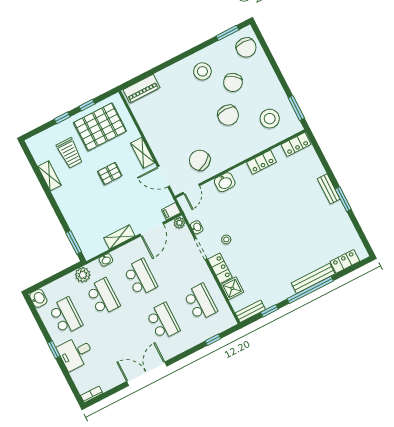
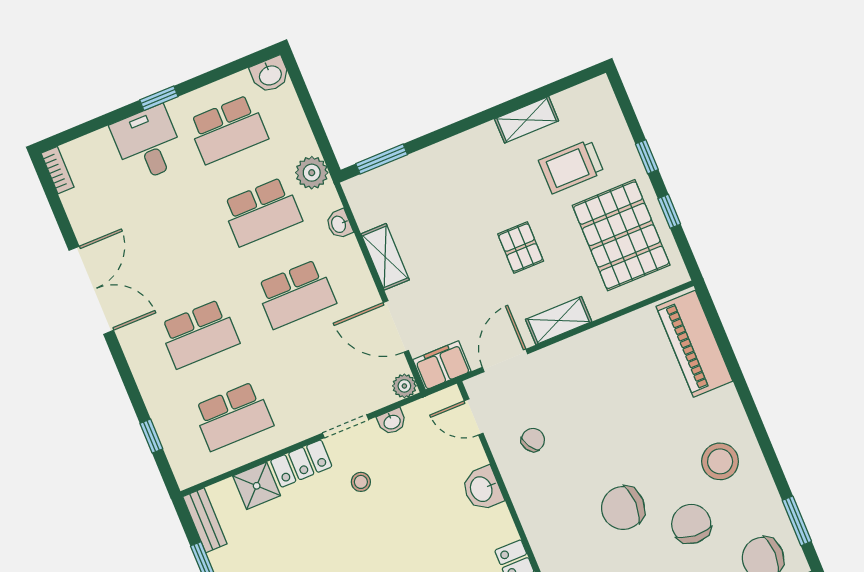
chair: (233, 82) -> (691, 524), turned 59
piano: (141, 89) -> (694, 344), width x1.37, depth x1.33
chair: (200, 160) -> (533, 440), width x0.54, depth x0.54
filing cabinet: (171, 211) -> (442, 365), width x2.00

